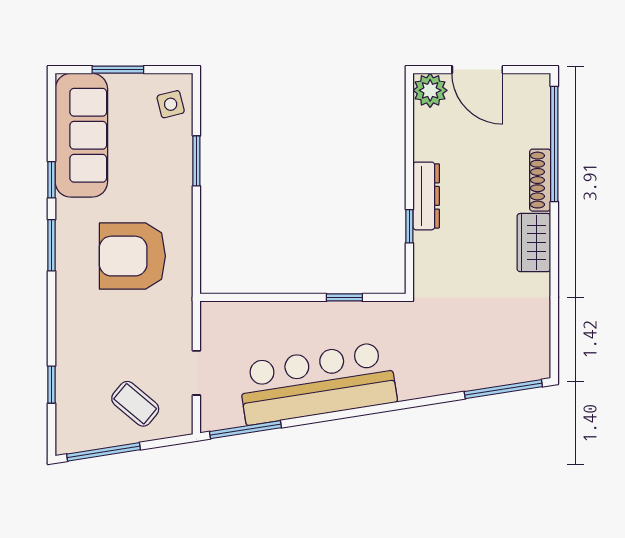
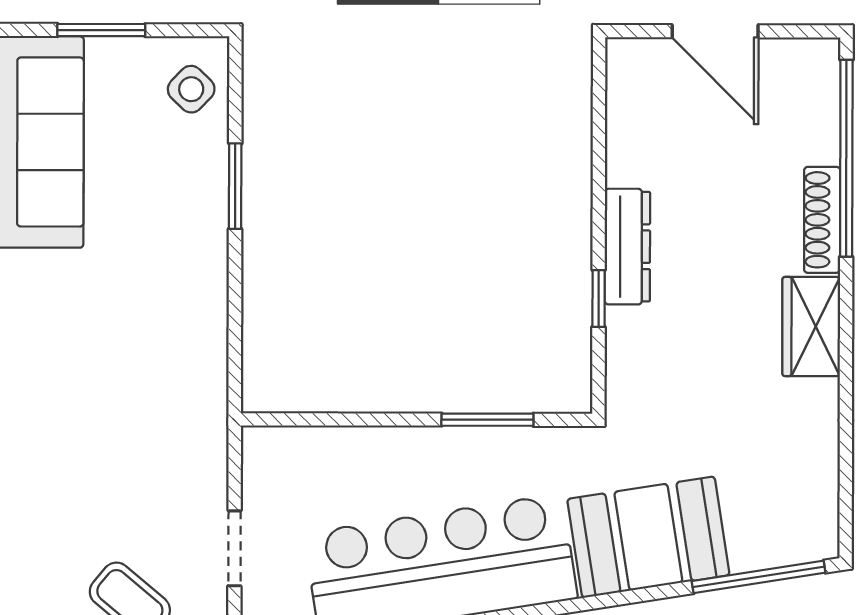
plant: (430, 90) -> (634, 66), removed
side table: (171, 104) -> (191, 89), turned -32
armchair: (132, 256) -> (125, 348), removed
window: (344, 297) -> (487, 420), width x1.50
booth: (439, 366) -> (648, 537), added

